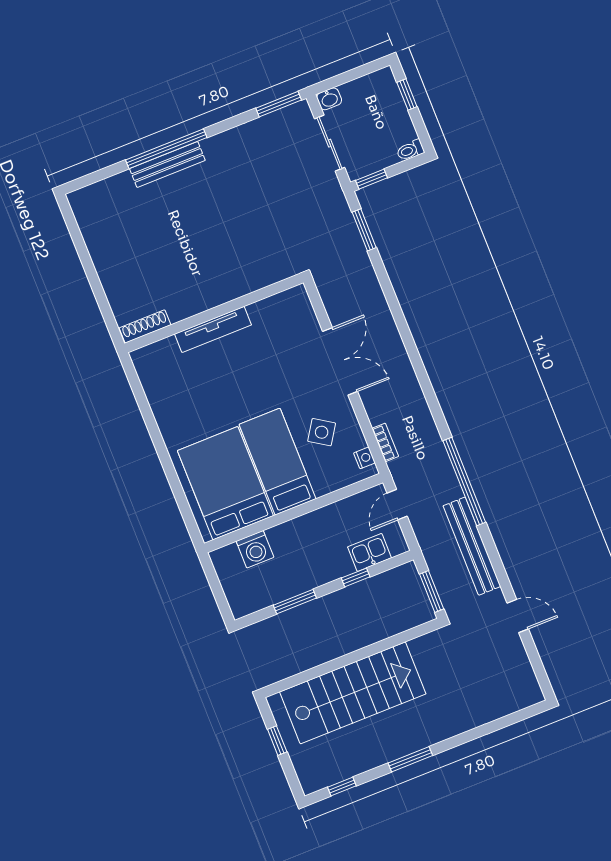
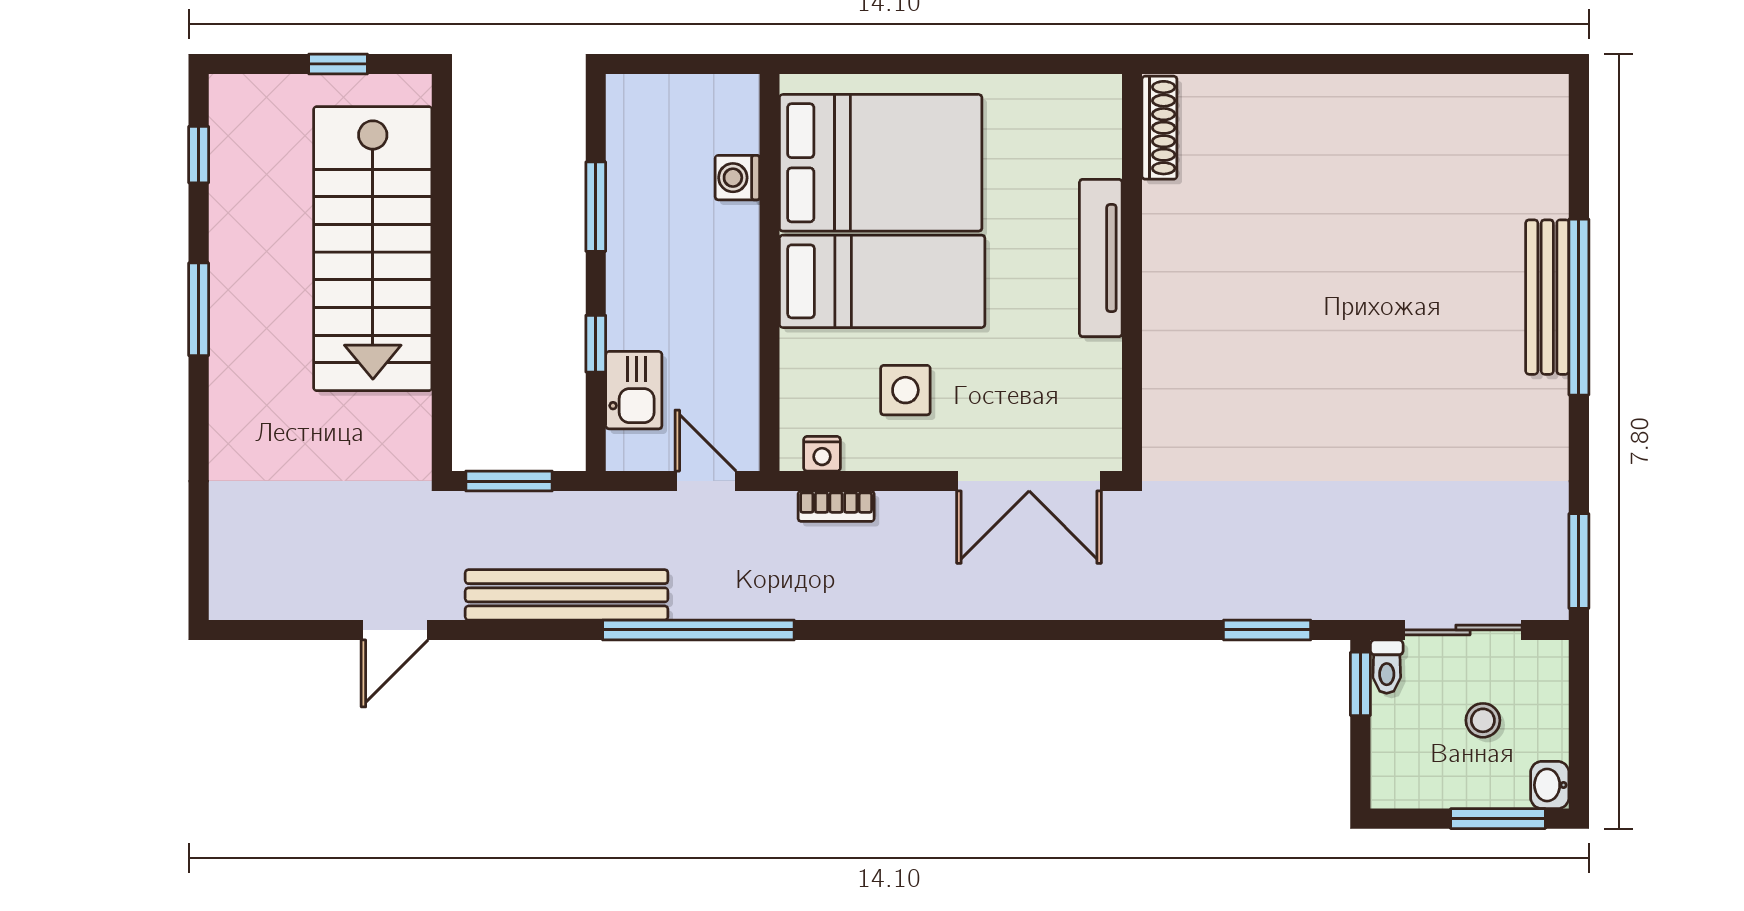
window: (407, 94) -> (1498, 819), width x1.50
washbasin: (329, 99) -> (1550, 785), moved
stool: (366, 118) -> (1483, 720), added
toilet: (410, 150) -> (1387, 667), moved, turned 180
wall: (214, 313) -> (1132, 273), moved
shoe rack: (145, 326) -> (1159, 128), moved
tv unit: (213, 329) -> (1101, 258), moved
side table: (322, 432) -> (905, 390), turned -33
washing machine: (255, 549) -> (737, 178), width x0.73, depth x0.73

